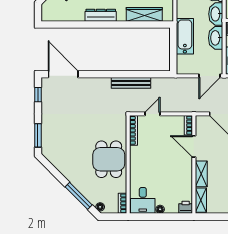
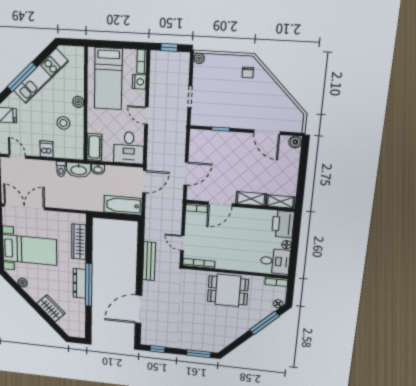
window: (100, 24) -> (89, 285), added
bathtub: (185, 36) -> (123, 205), moved
washbasin: (216, 38) -> (98, 169), width x0.52, depth x0.69
door: (63, 74) -> (138, 309), moved
door: (209, 76) -> (144, 182), hinge flipped
printer: (186, 207) -> (283, 224), width x1.87, depth x1.48

